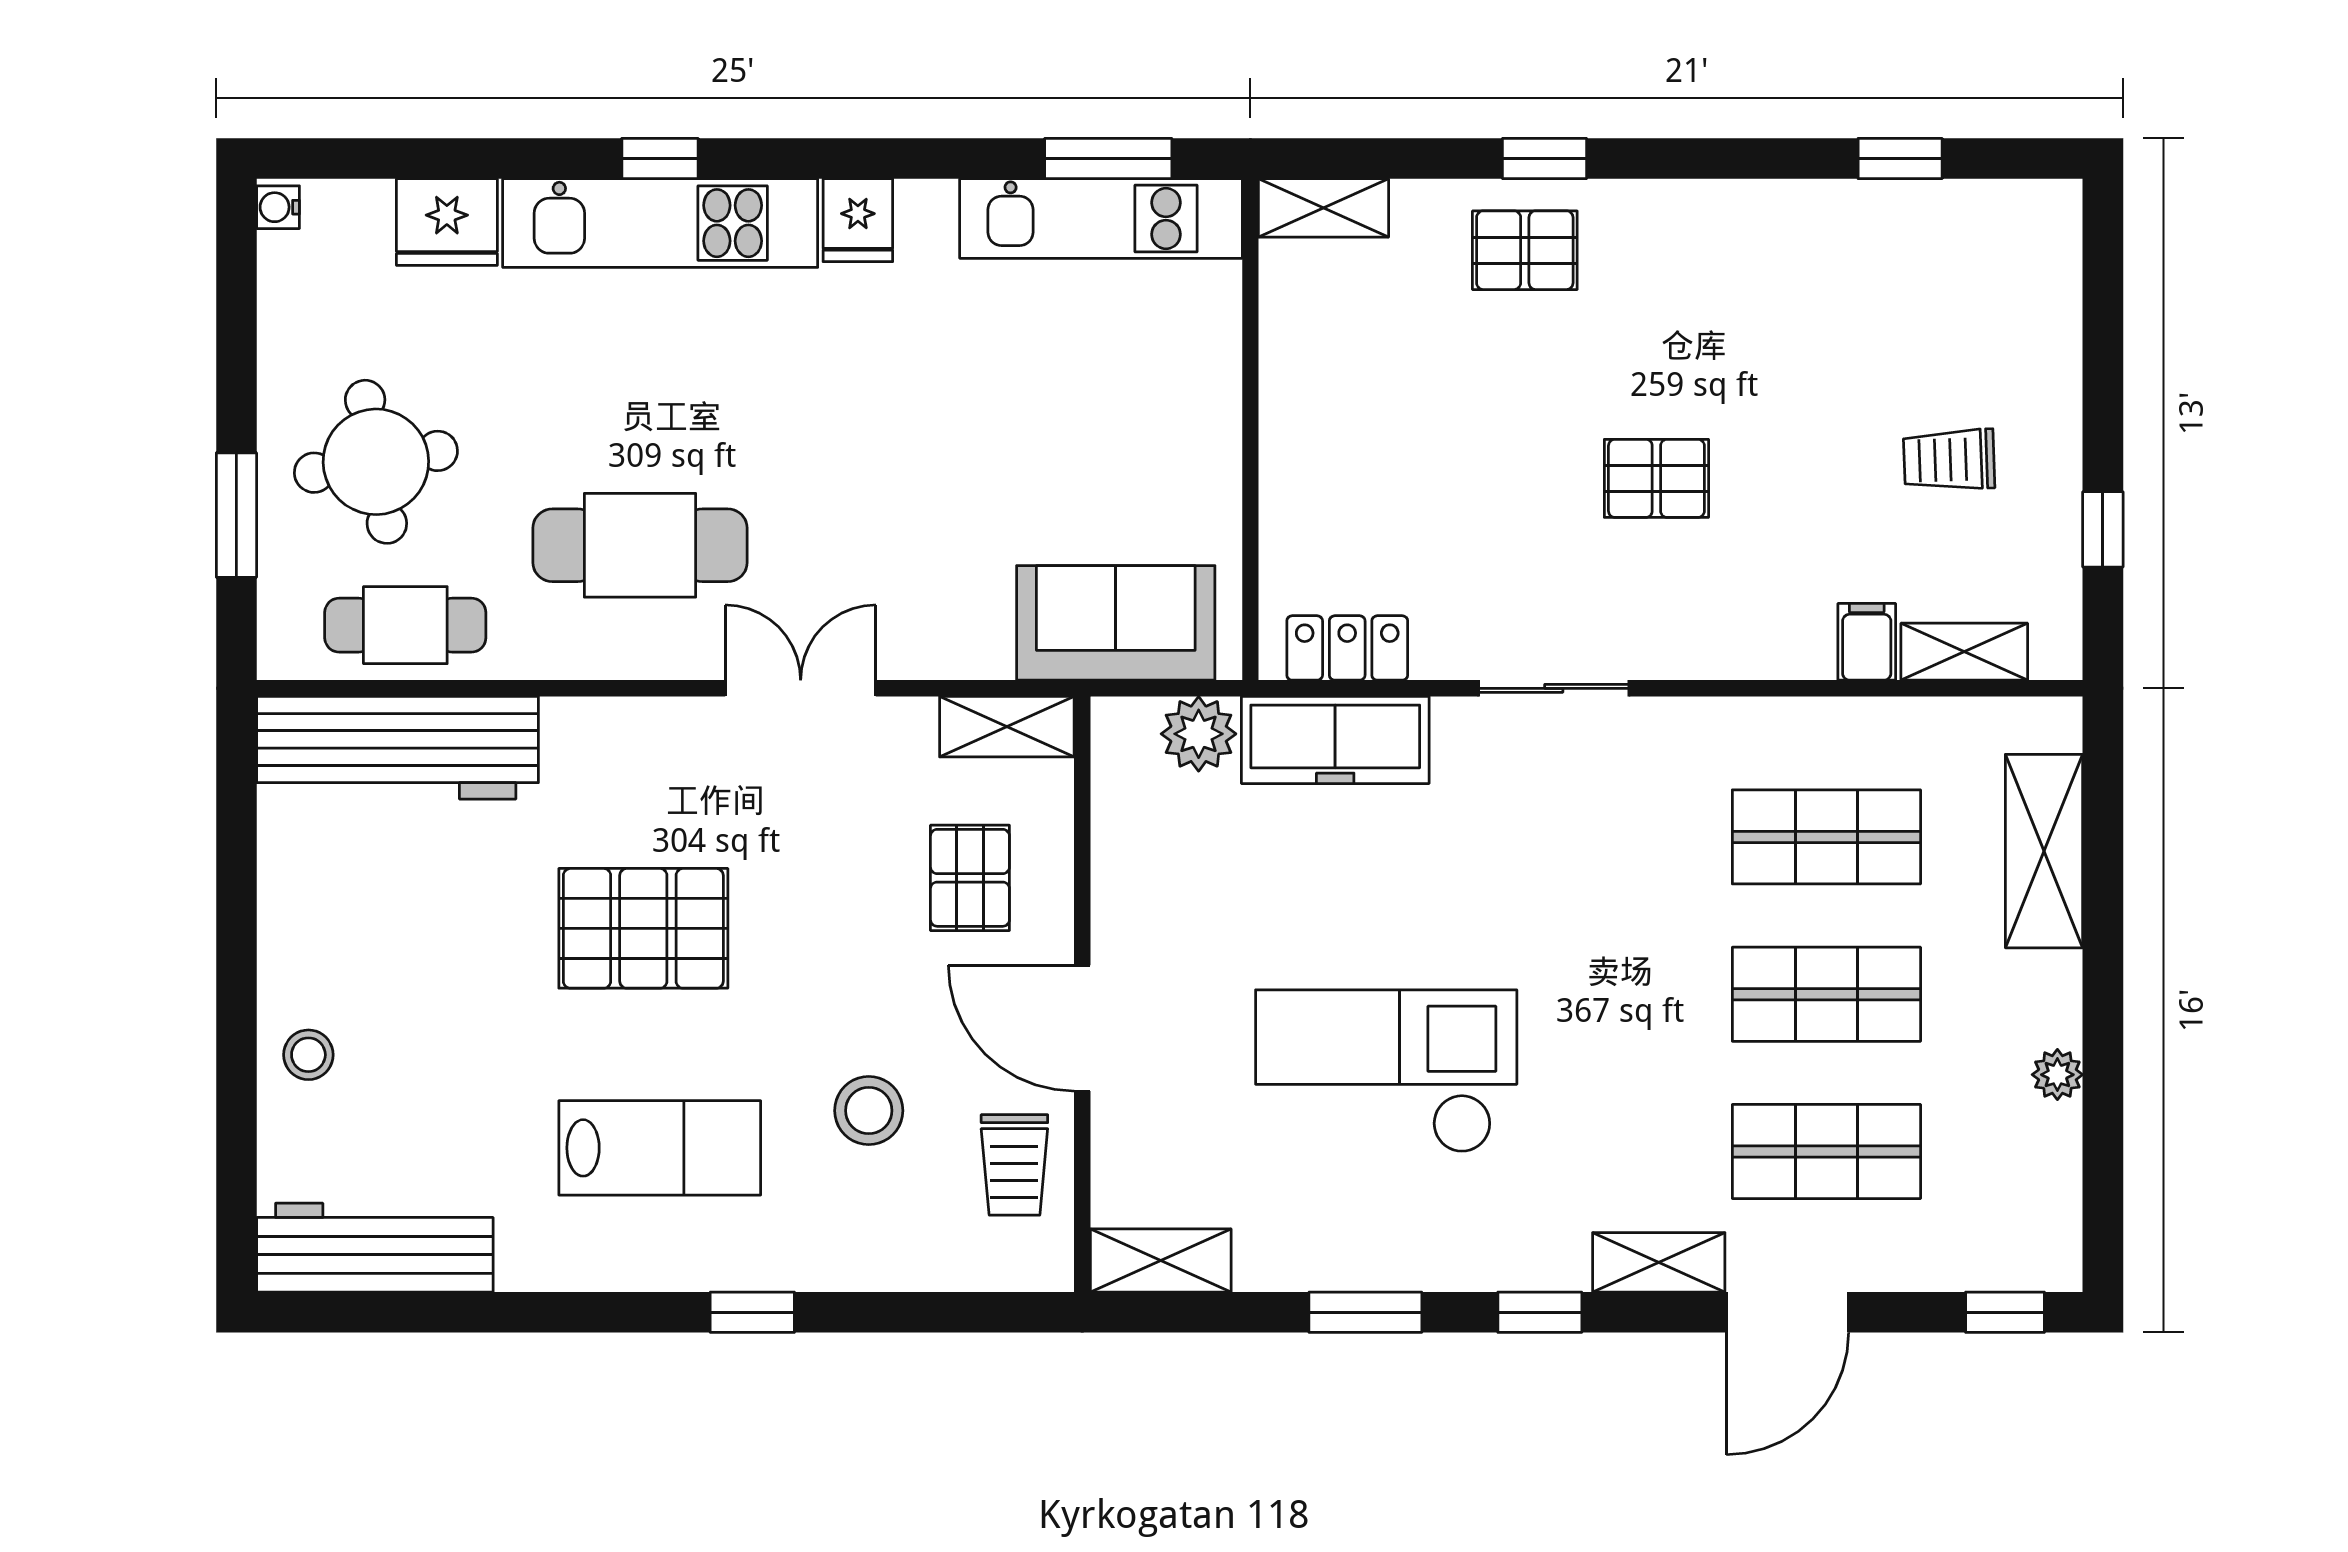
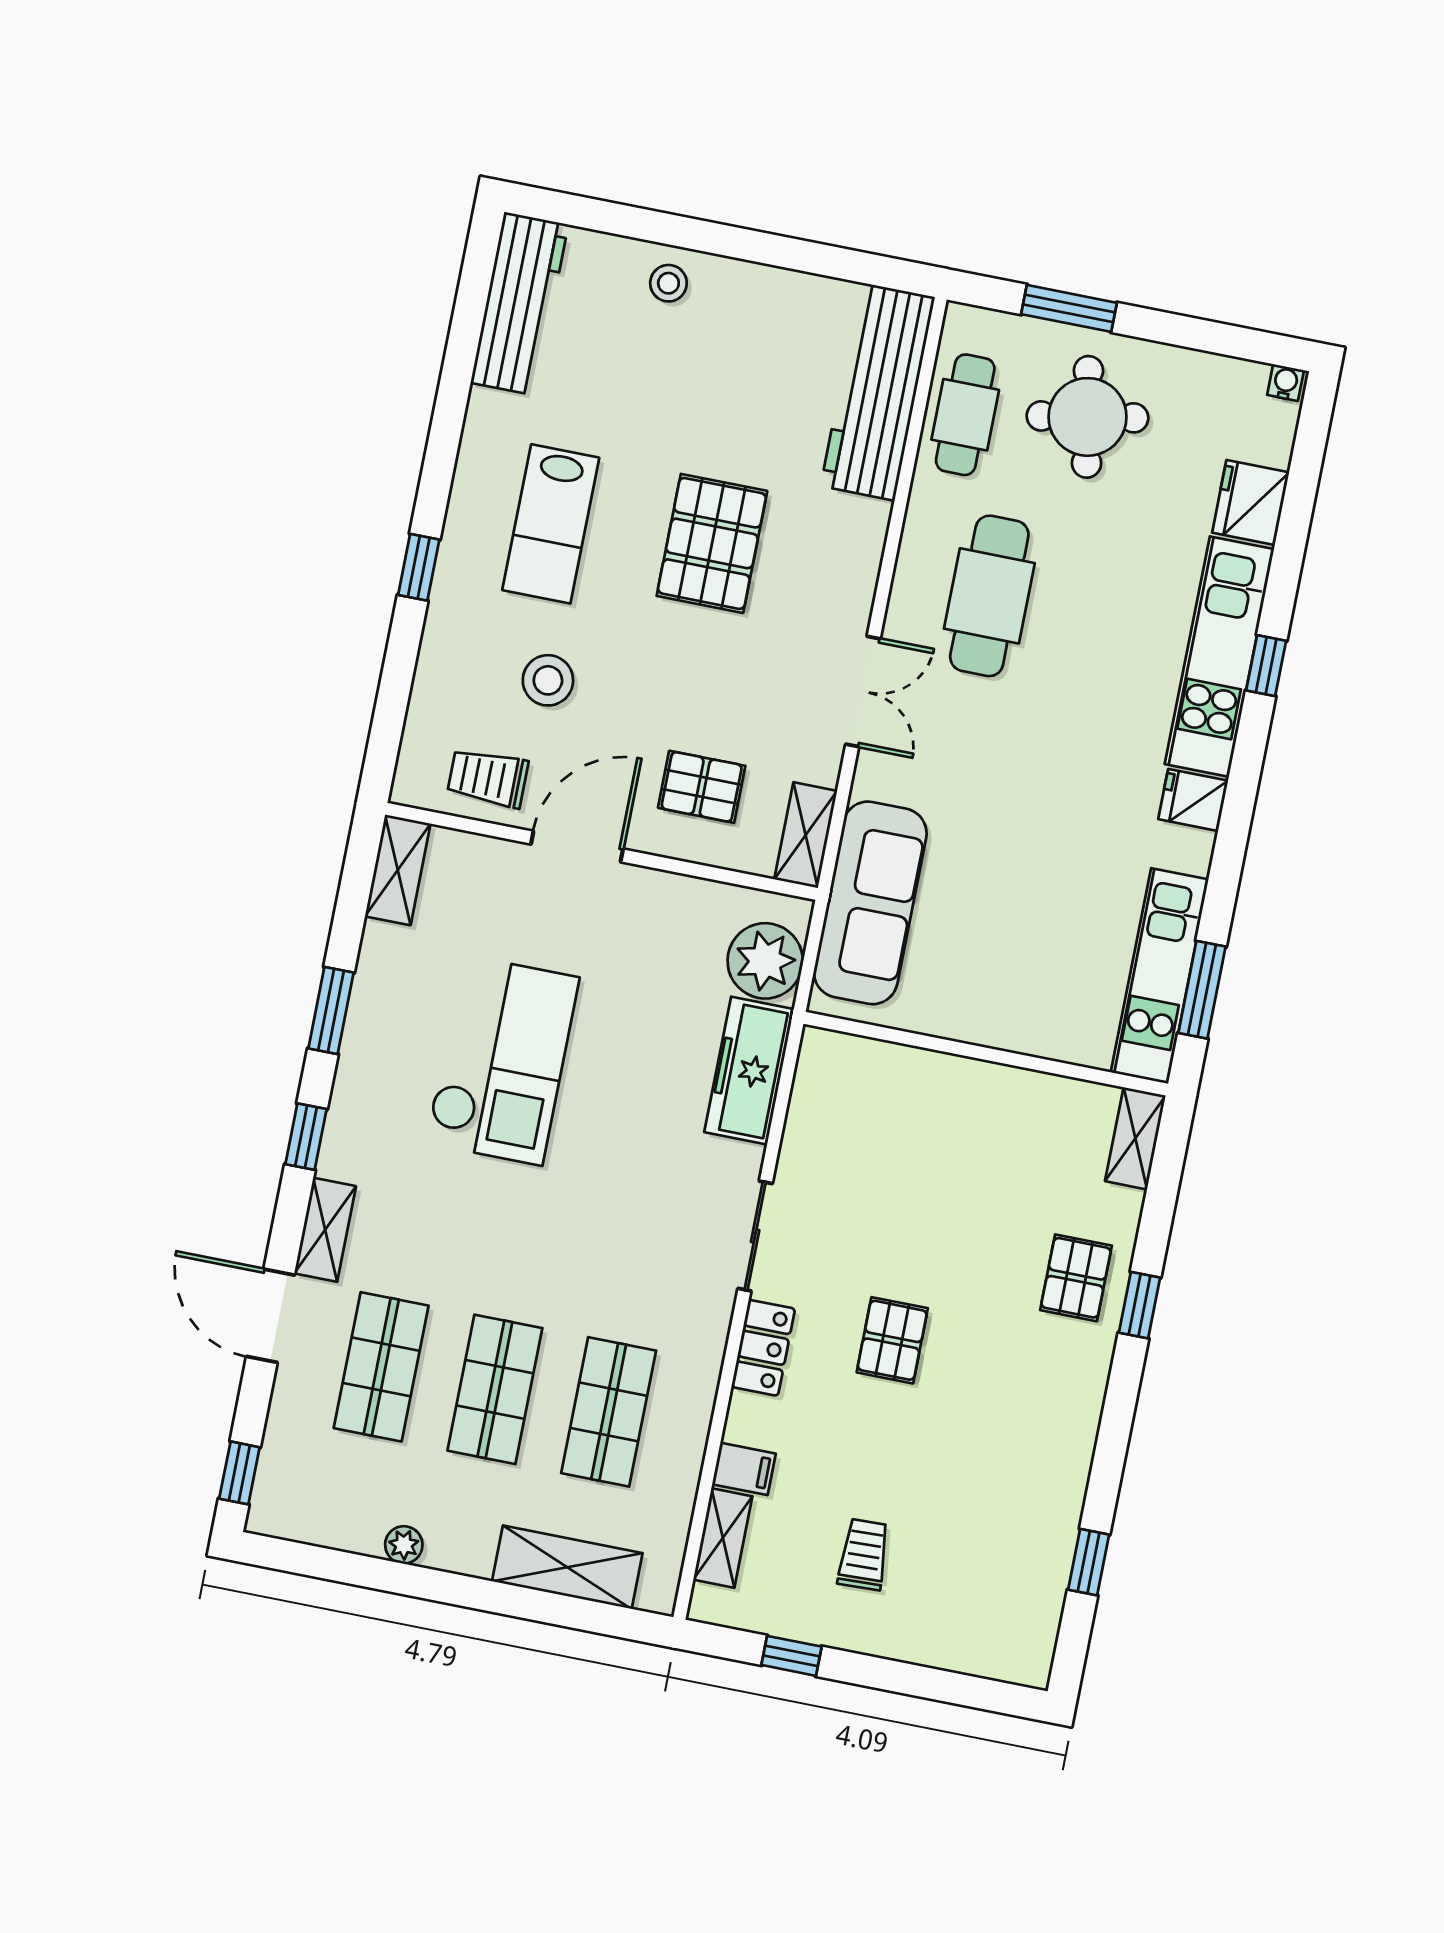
sofa: (1116, 623) -> (870, 903), width x1.36
locker: (1347, 648) -> (763, 1348), moved
plant: (1199, 734) -> (765, 961), width x1.36, depth x1.36

